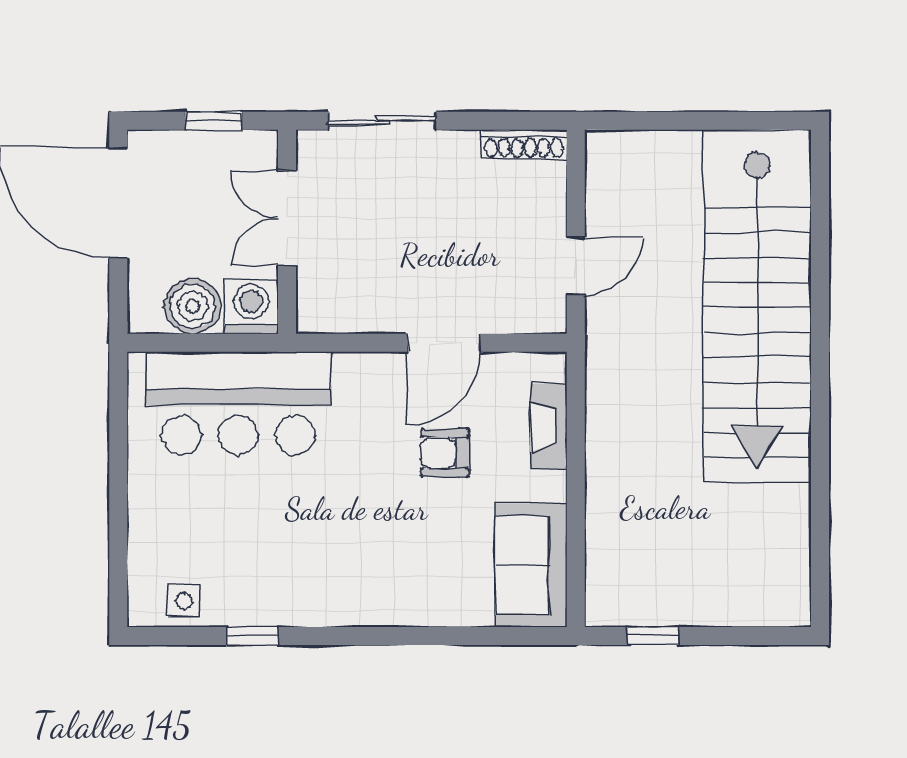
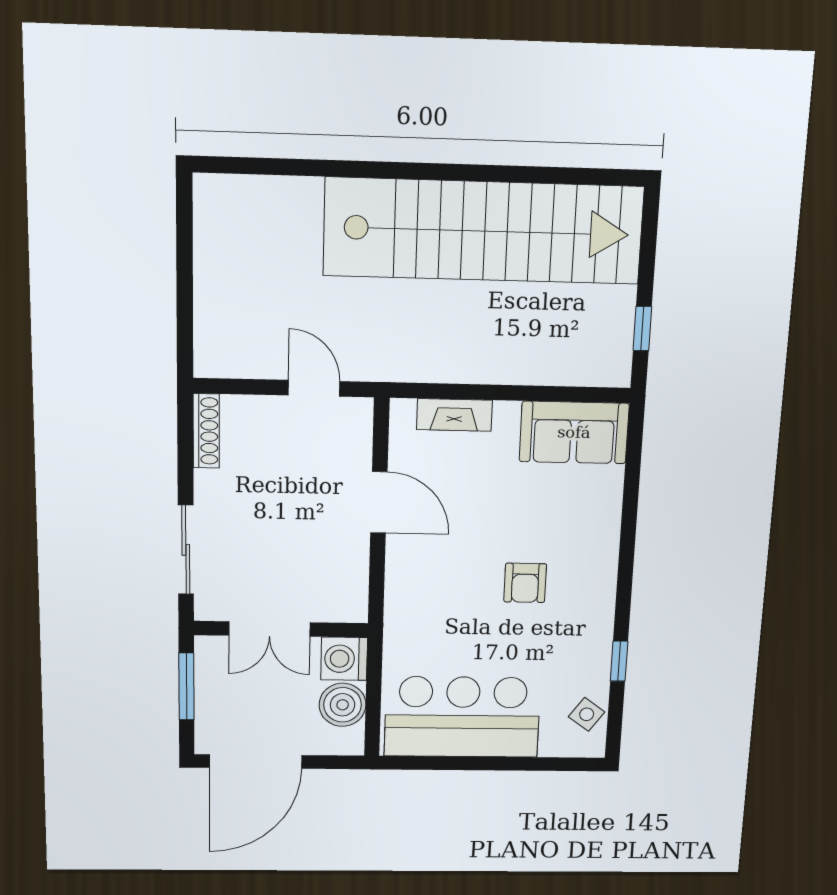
window: (214, 121) -> (186, 687), width x1.50
stairs: (757, 306) -> (484, 231), moved
bar counter: (238, 403) -> (462, 717), moved, turned -90
armchair: (445, 453) -> (525, 583), moved
side table: (184, 601) -> (587, 714), turned 36

